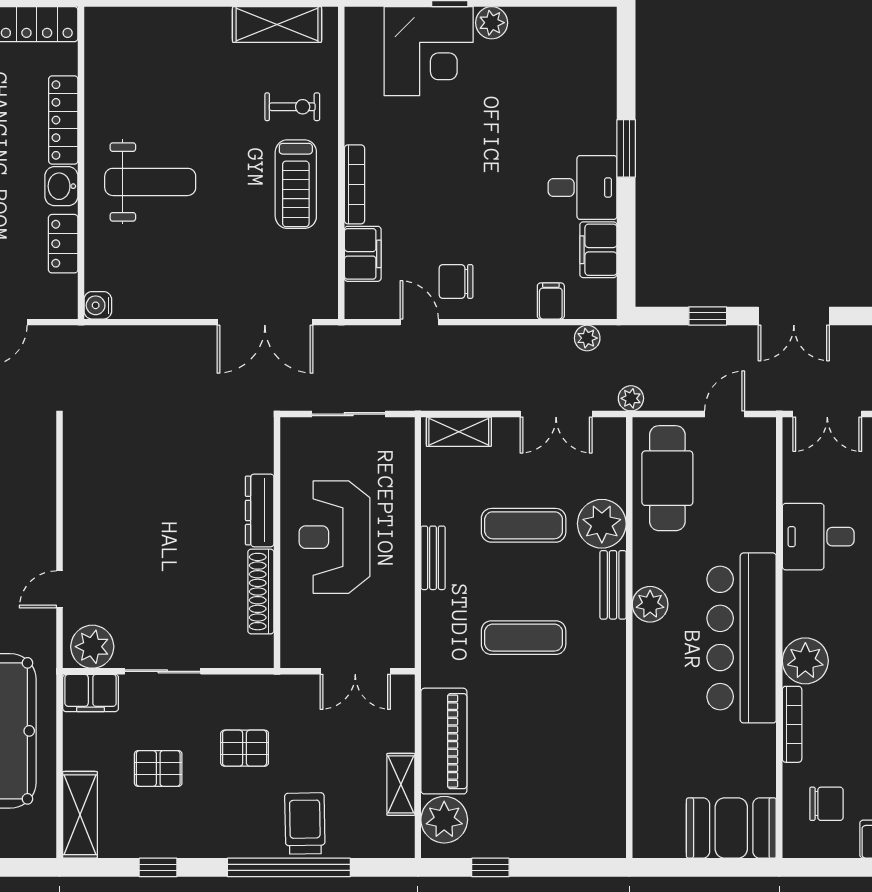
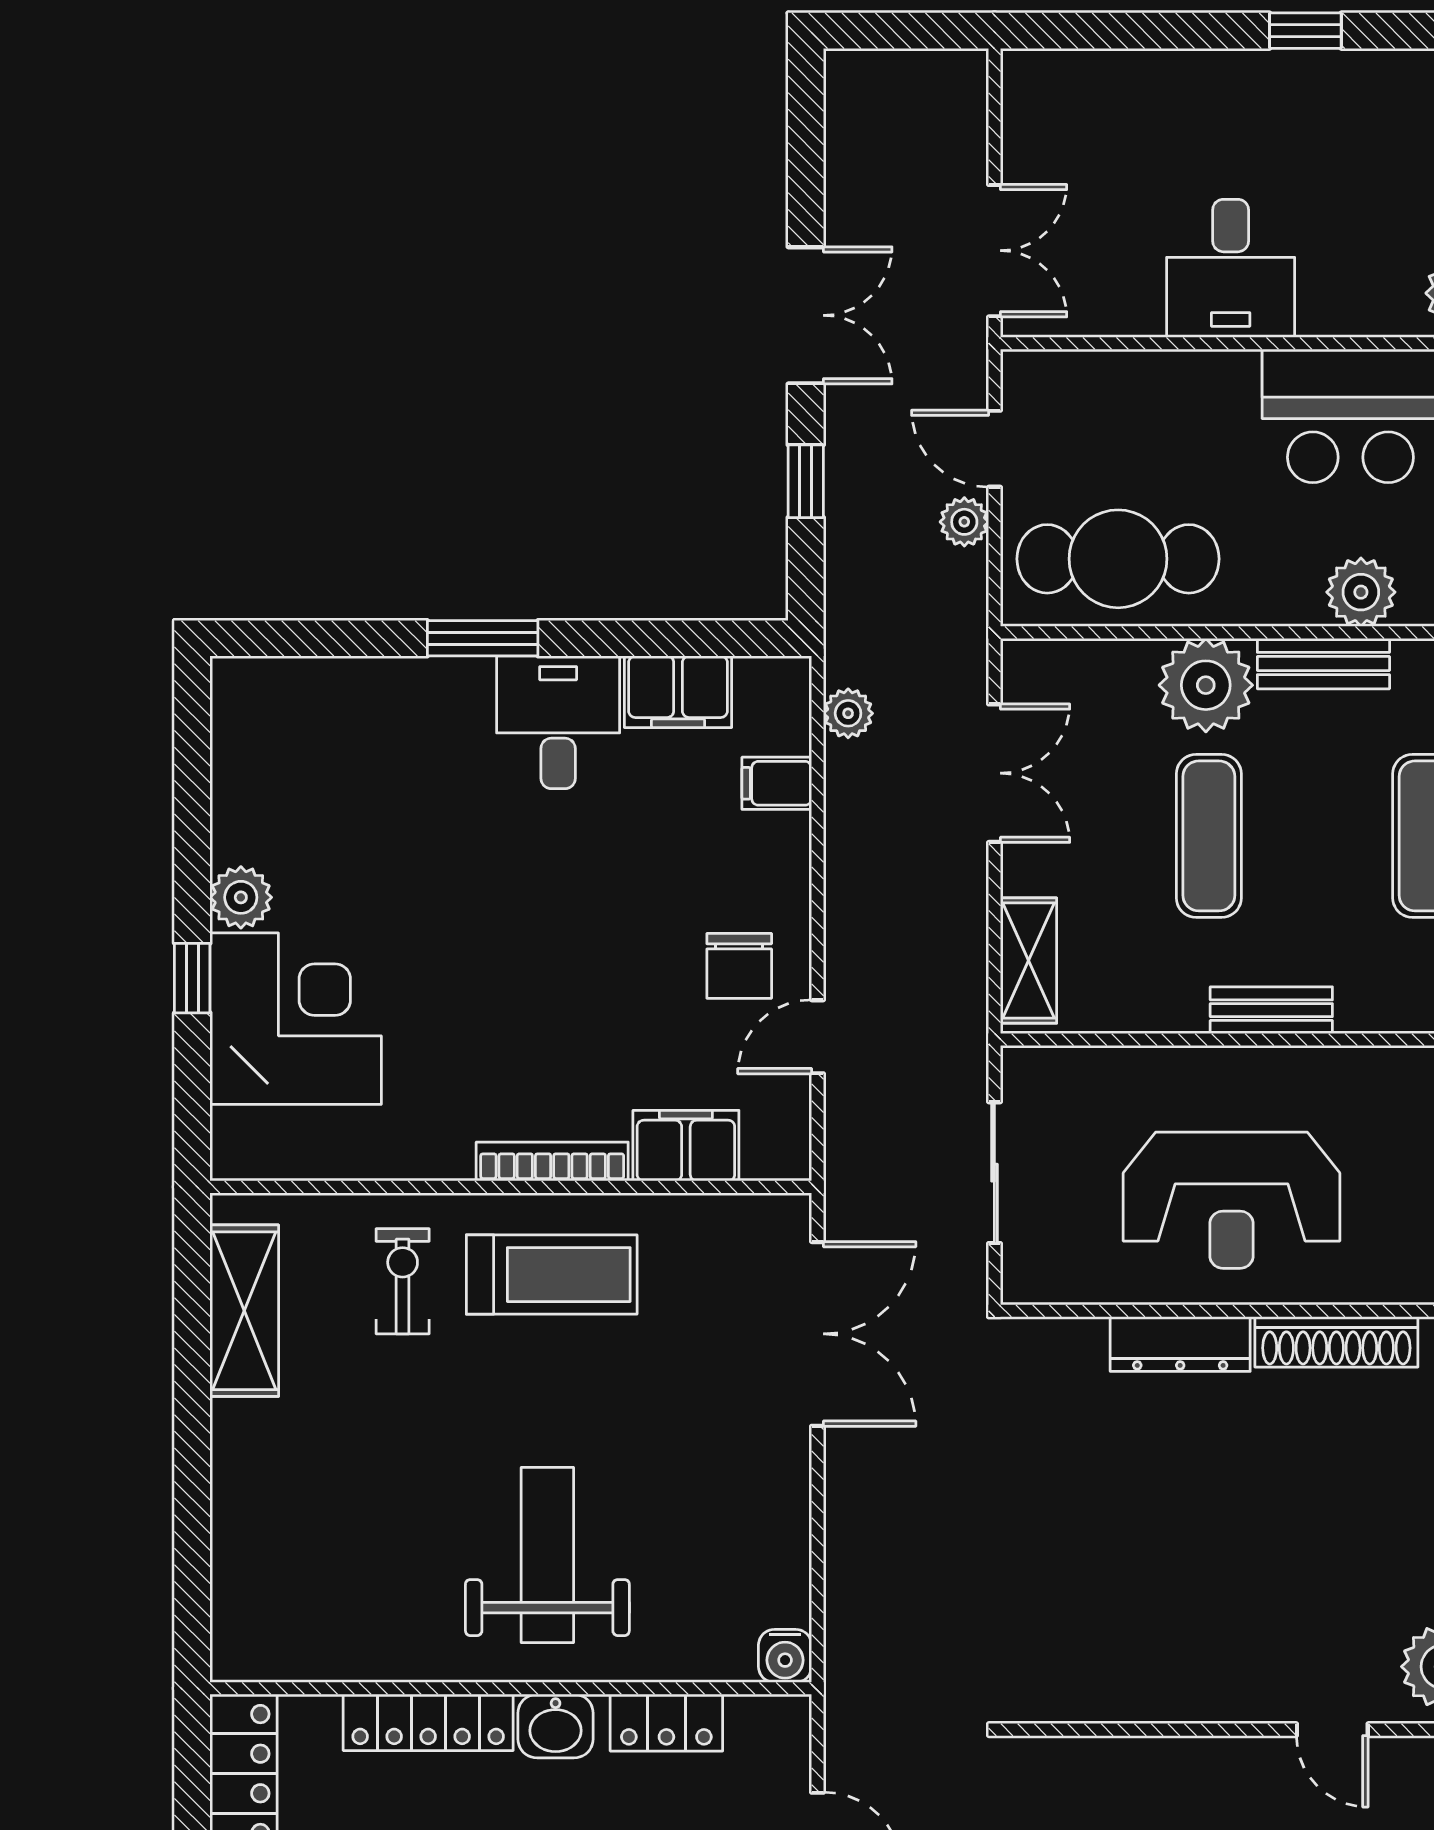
plant: (631, 398) -> (964, 522), moved

